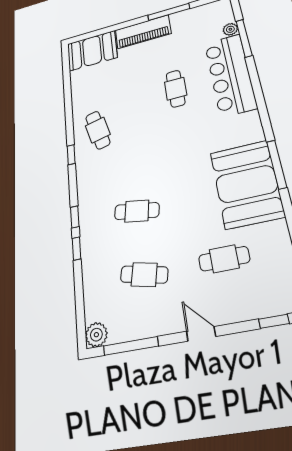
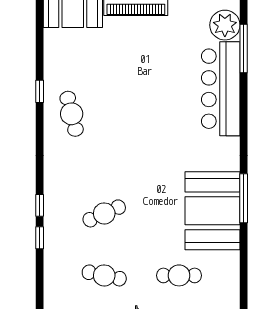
plant: (230, 29) -> (225, 25), width x1.88, depth x1.88
cafe table: (176, 89) -> (162, 88), removed
window: (71, 155) -> (40, 91), moved
cafe table: (137, 211) -> (104, 213), turned -33

